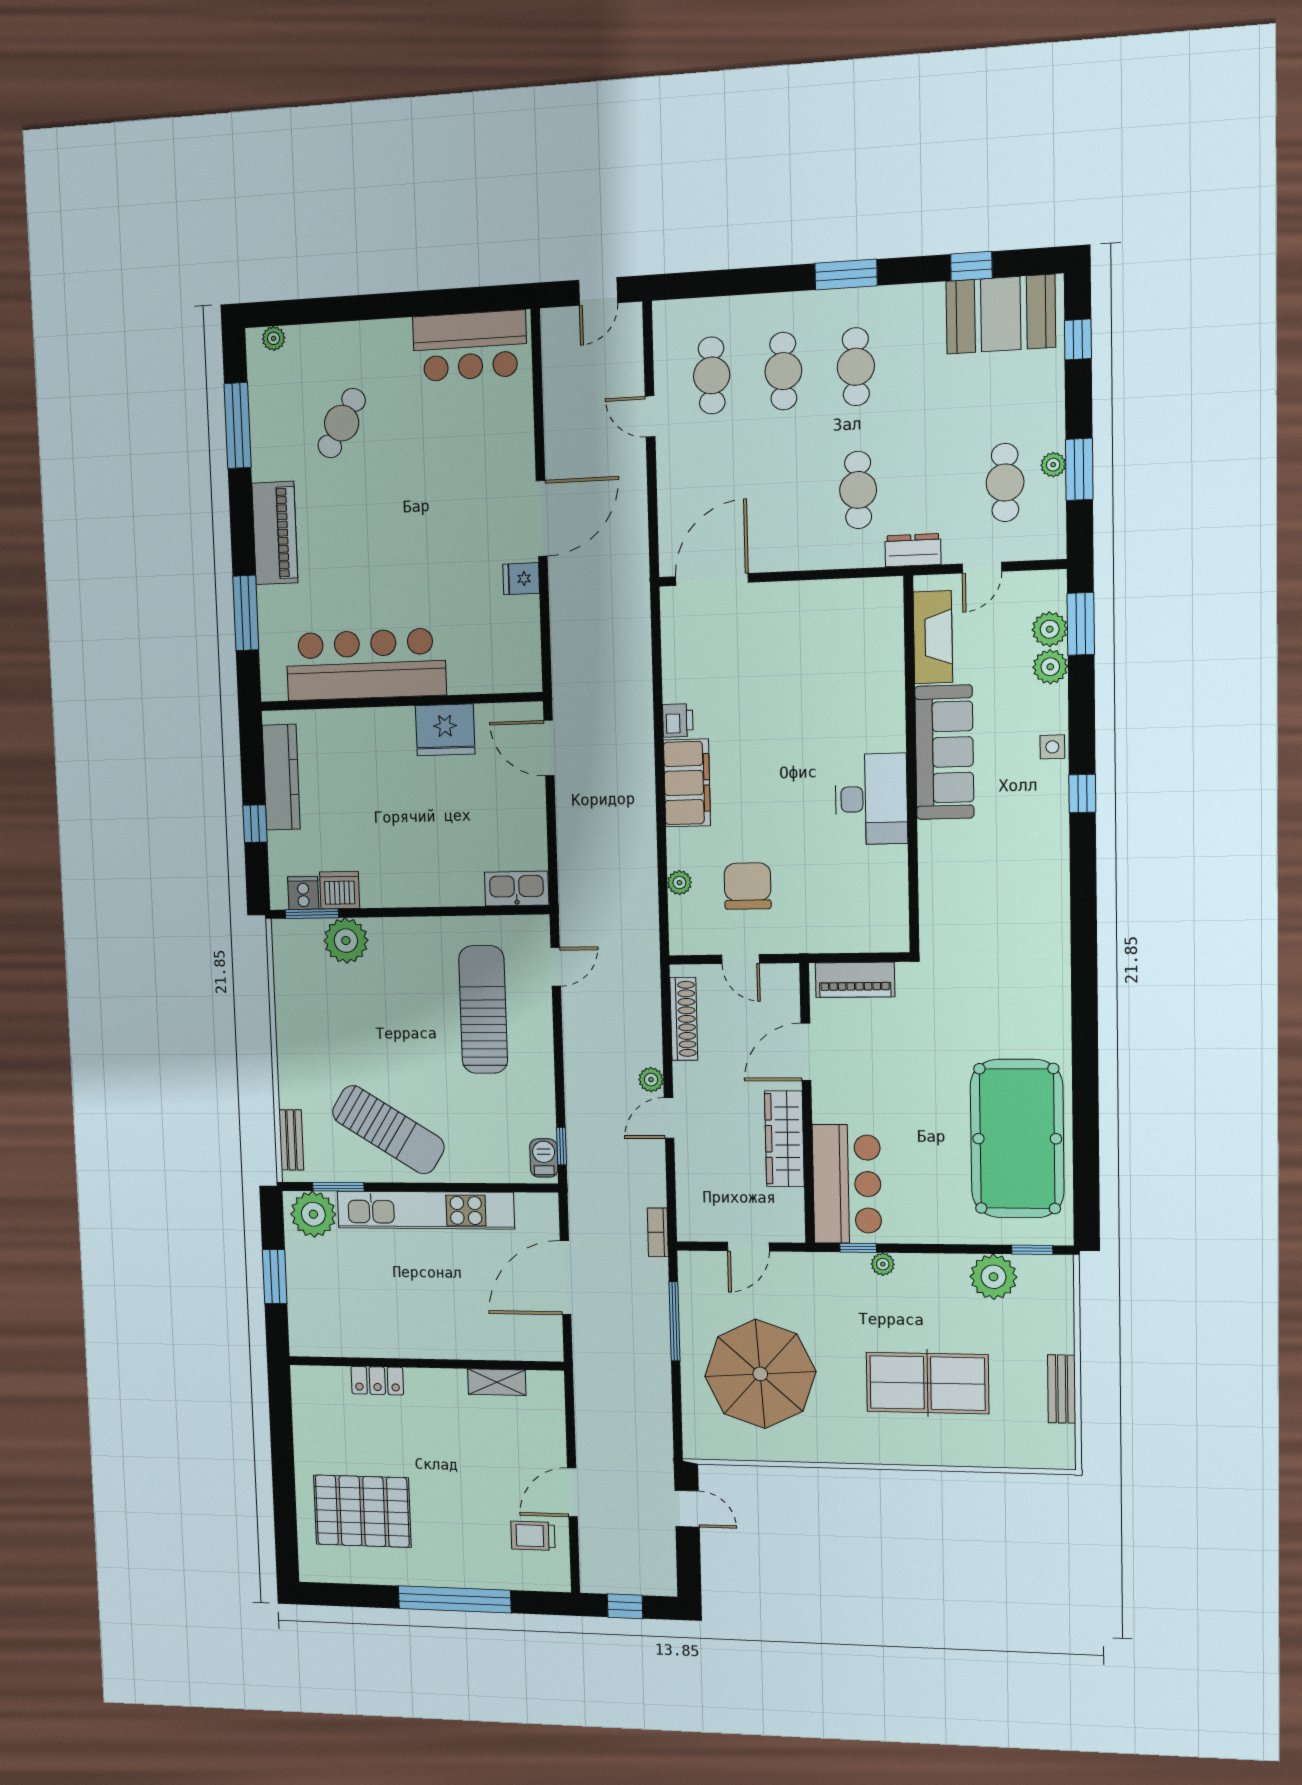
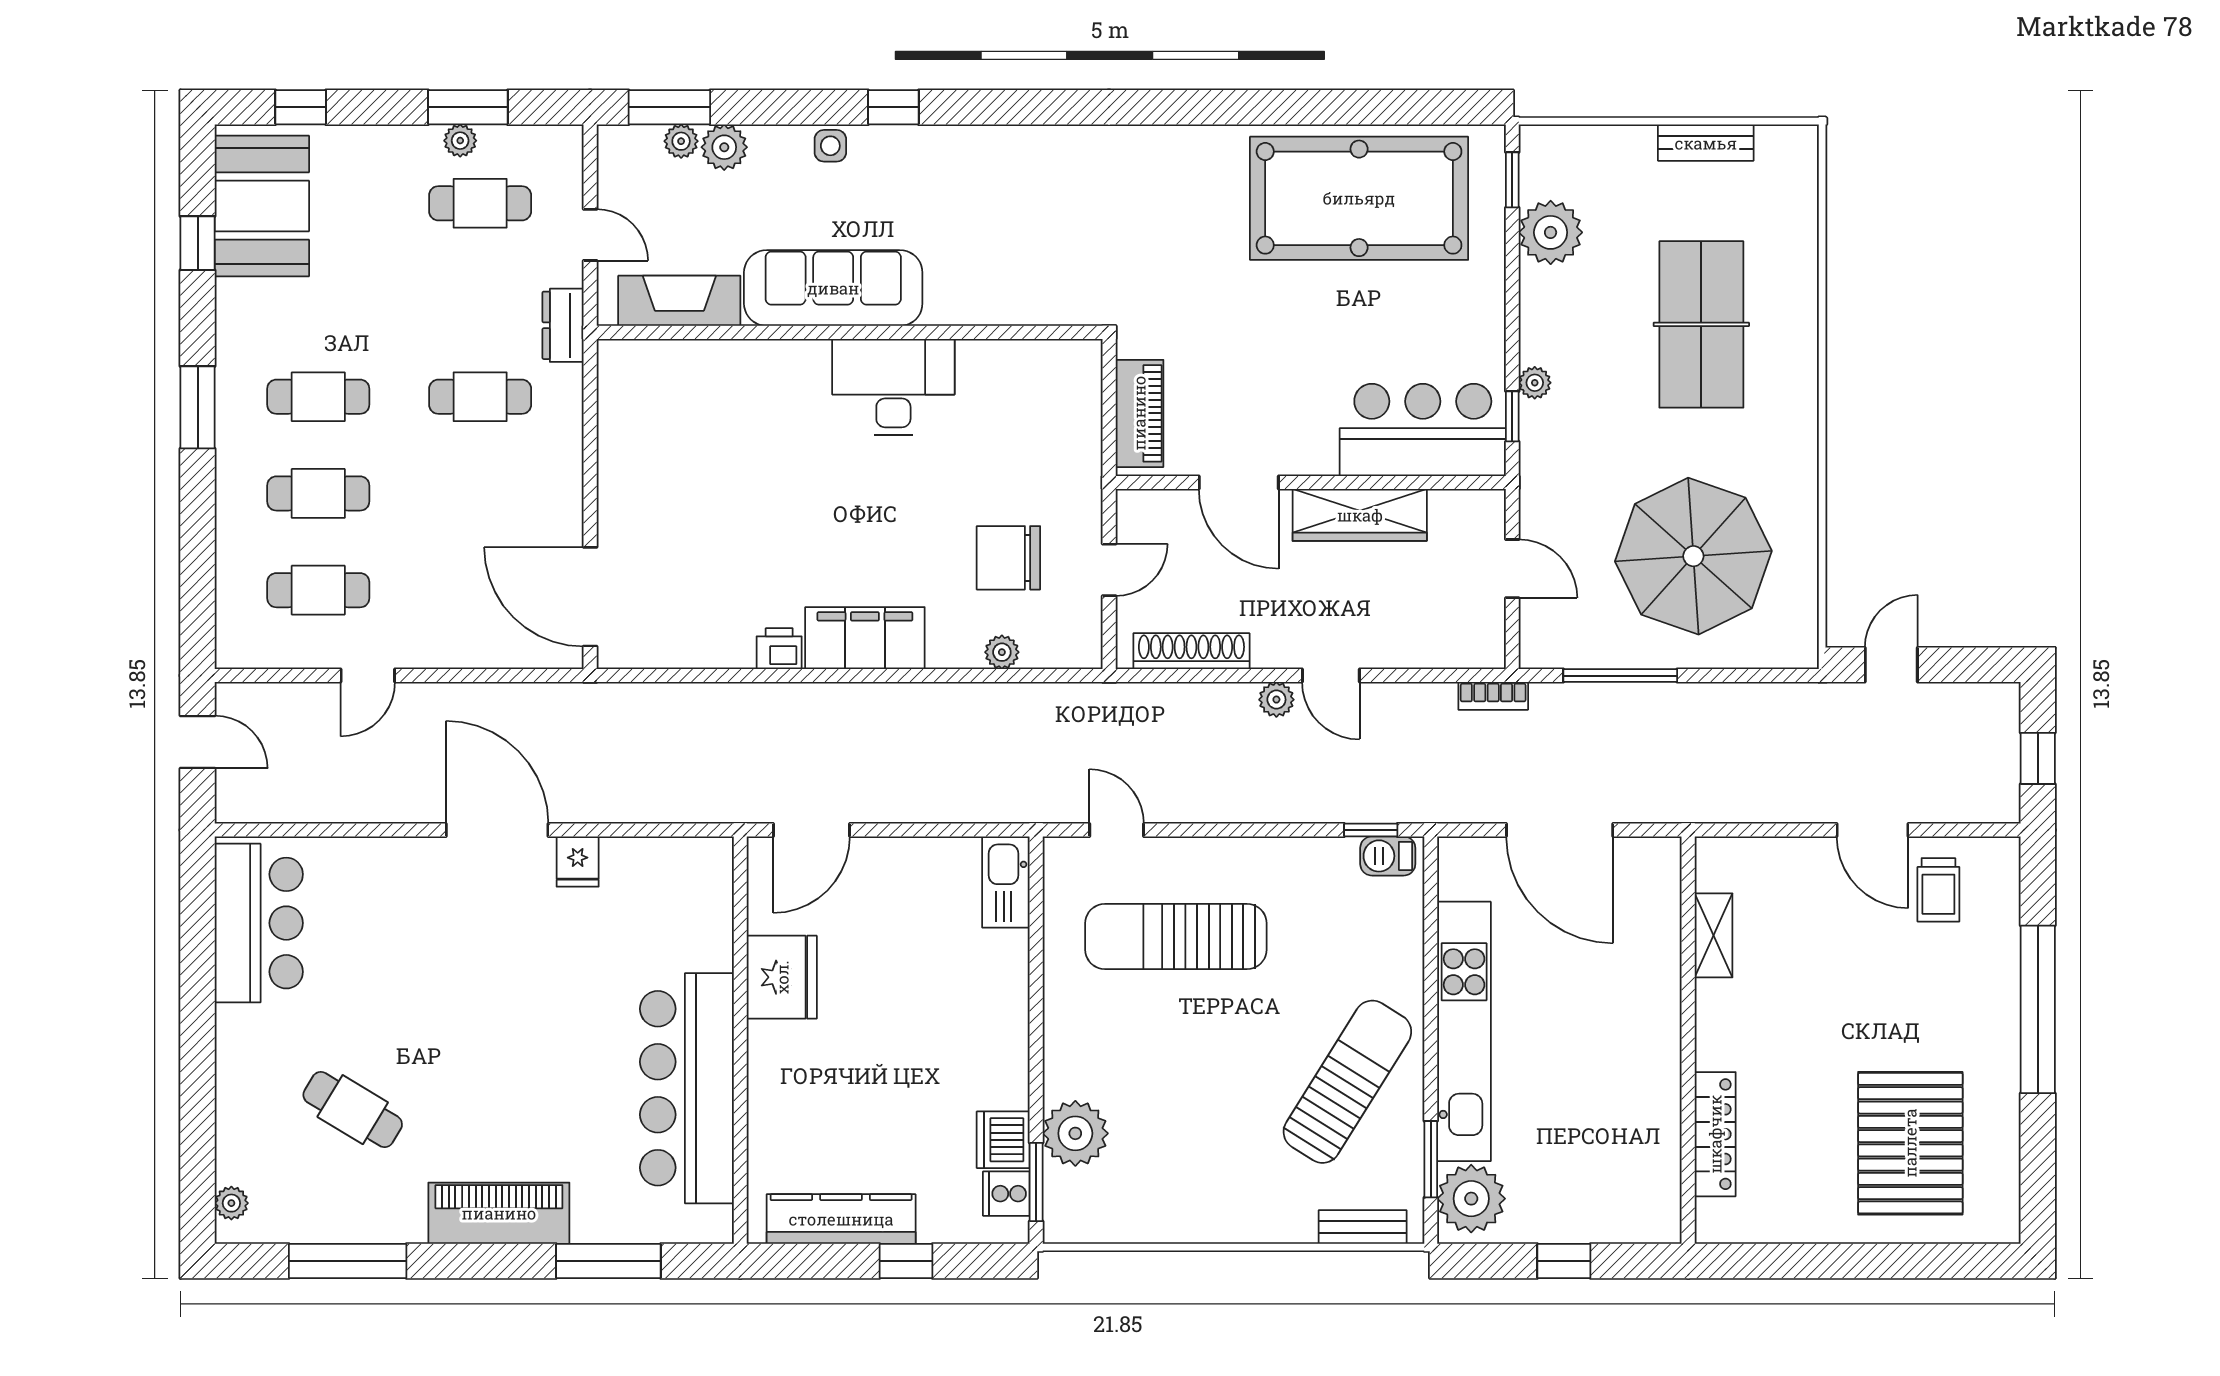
plant: (1050, 629) -> (681, 141), width x0.73, depth x0.73
window: (275, 1277) -> (1564, 1261), width x0.67
locker: (377, 1381) -> (1715, 1134), width x1.53

